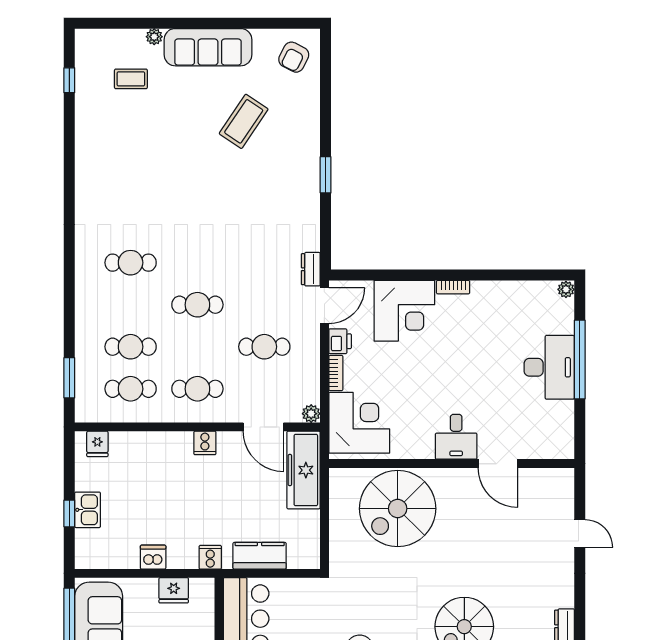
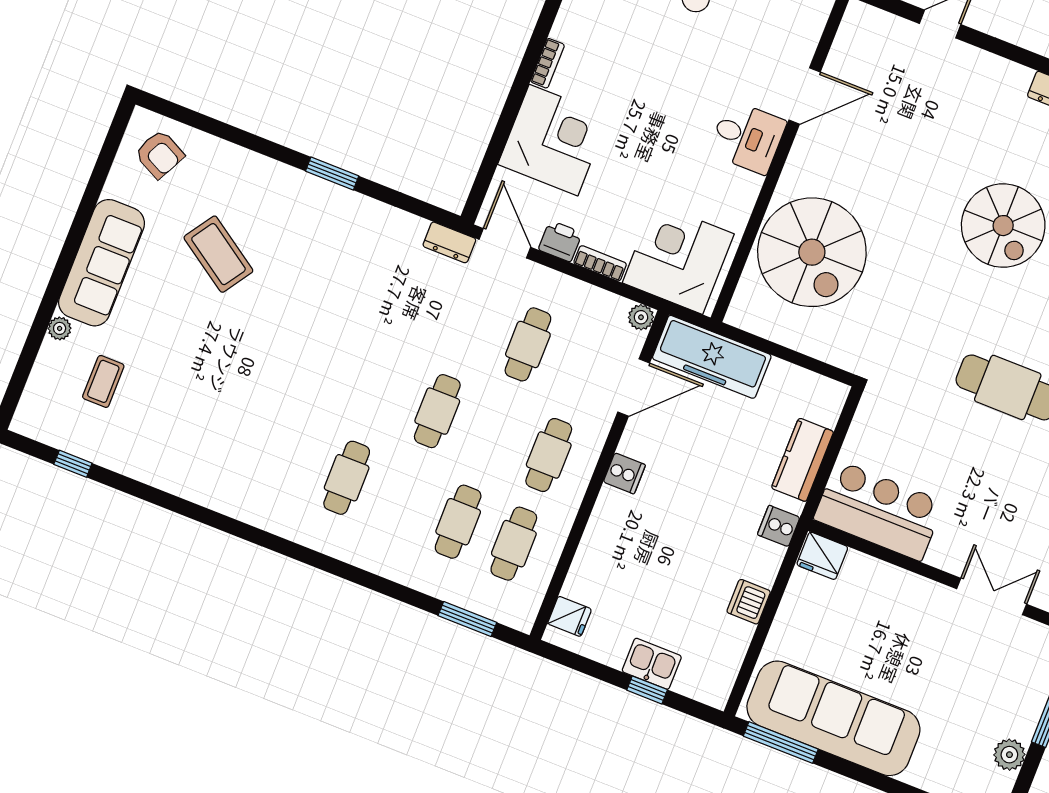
fridge: (174, 590) -> (822, 556), moved, turned 90

